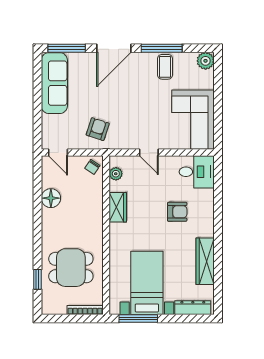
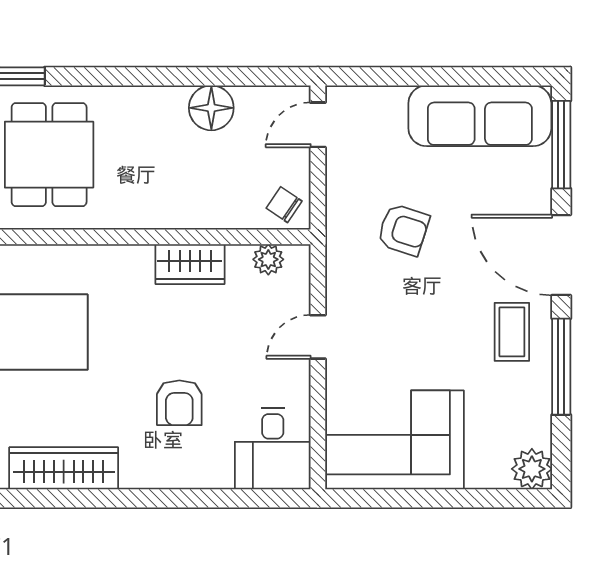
coffee table: (165, 67) -> (512, 332), moved, turned 90
armchair: (98, 129) -> (403, 230), moved

